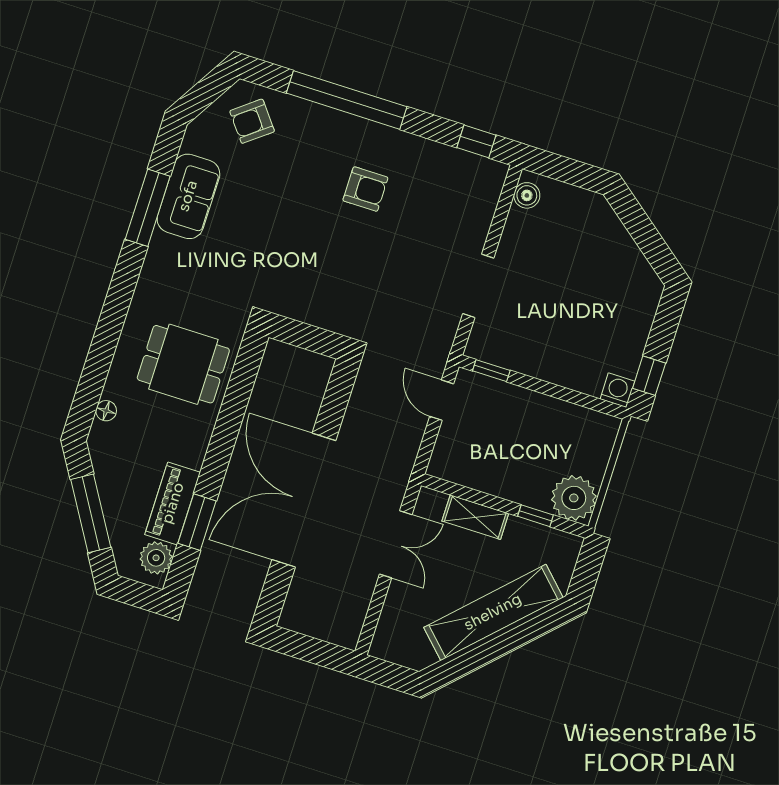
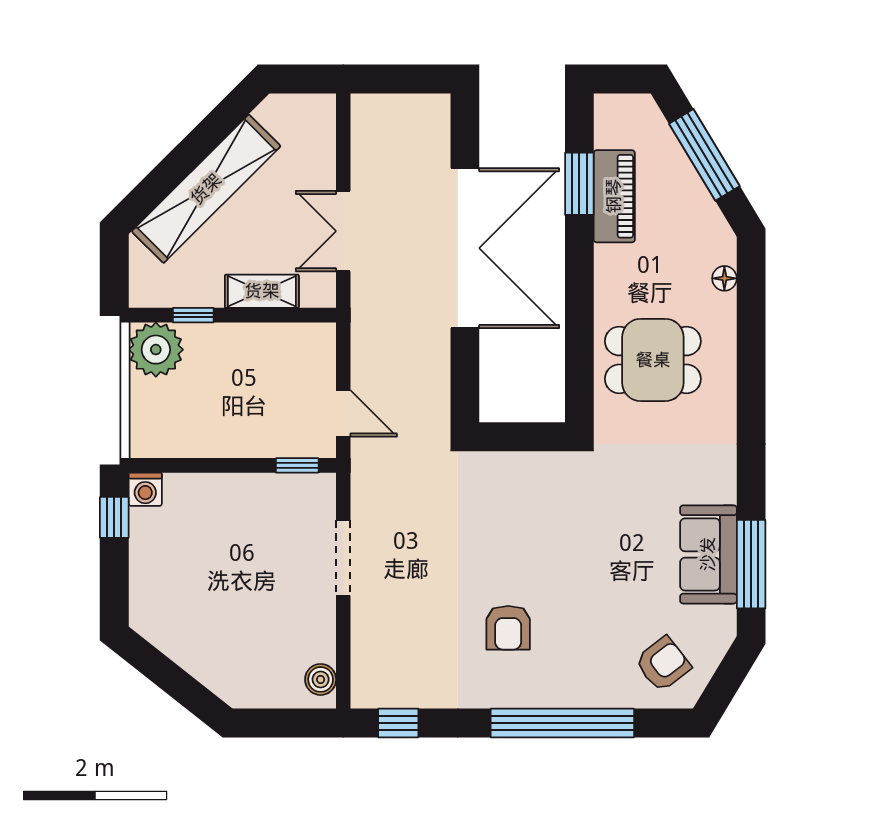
armchair: (365, 189) -> (508, 628), turned -90
window: (148, 208) -> (751, 564), moved
plant: (156, 558) -> (613, 128), removed

